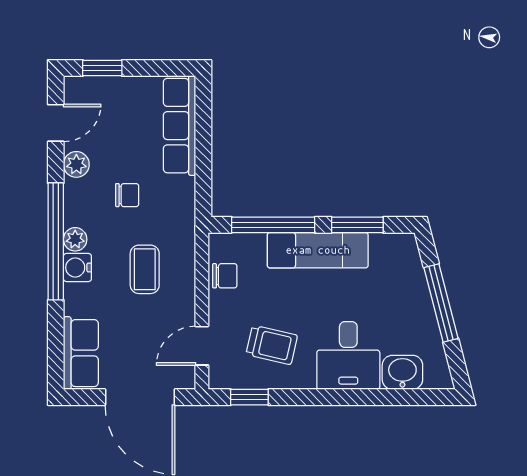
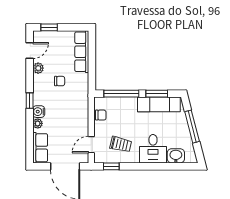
plant: (75, 239) -> (38, 123), moved
window: (56, 241) -> (30, 101), width x0.32
exam couch: (318, 250) -> (159, 104), moved
coffee table: (145, 269) -> (67, 112), removed

